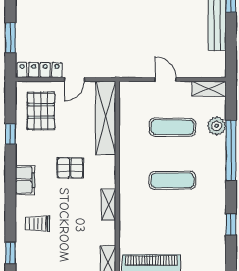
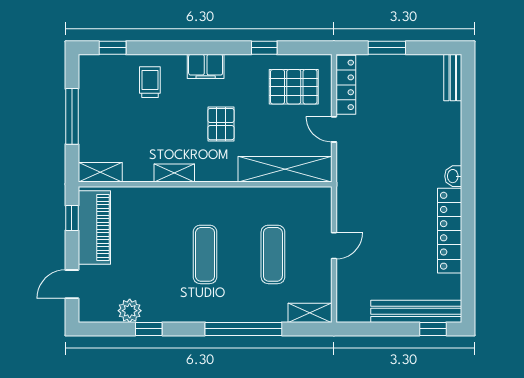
shelving: (209, 89) -> (310, 313), moved, turned 90
plant: (217, 126) -> (130, 311), moved

